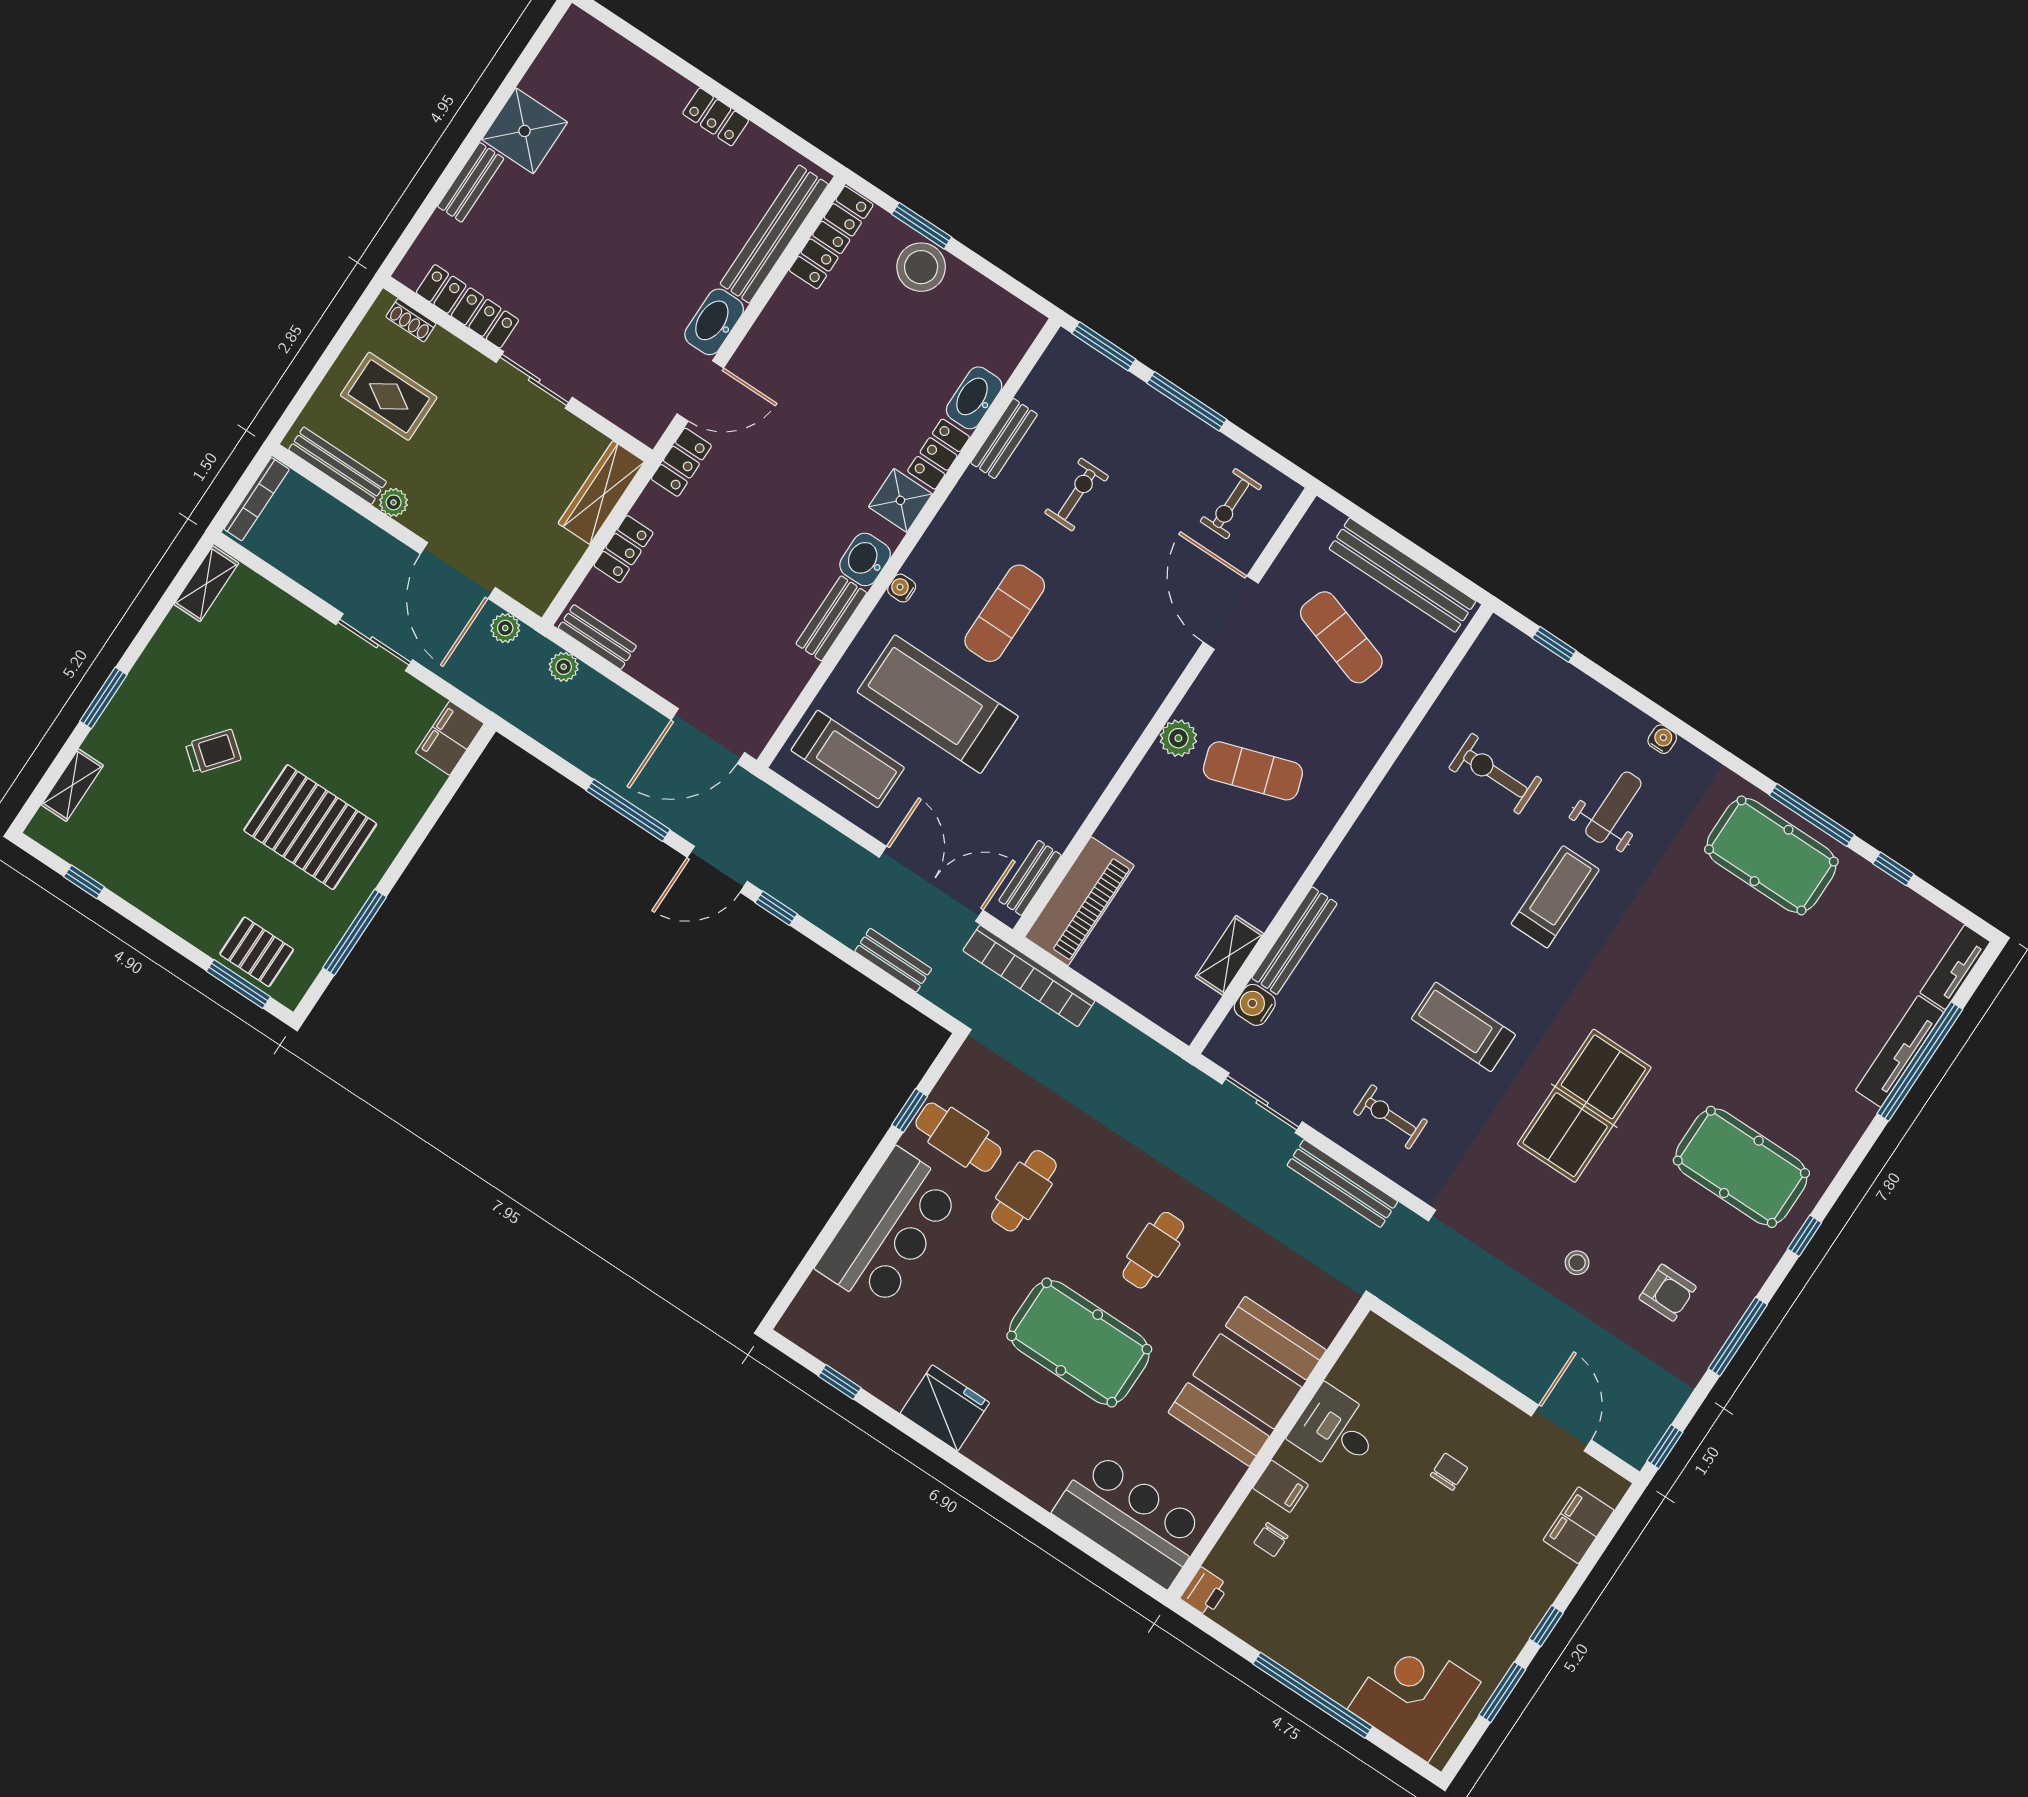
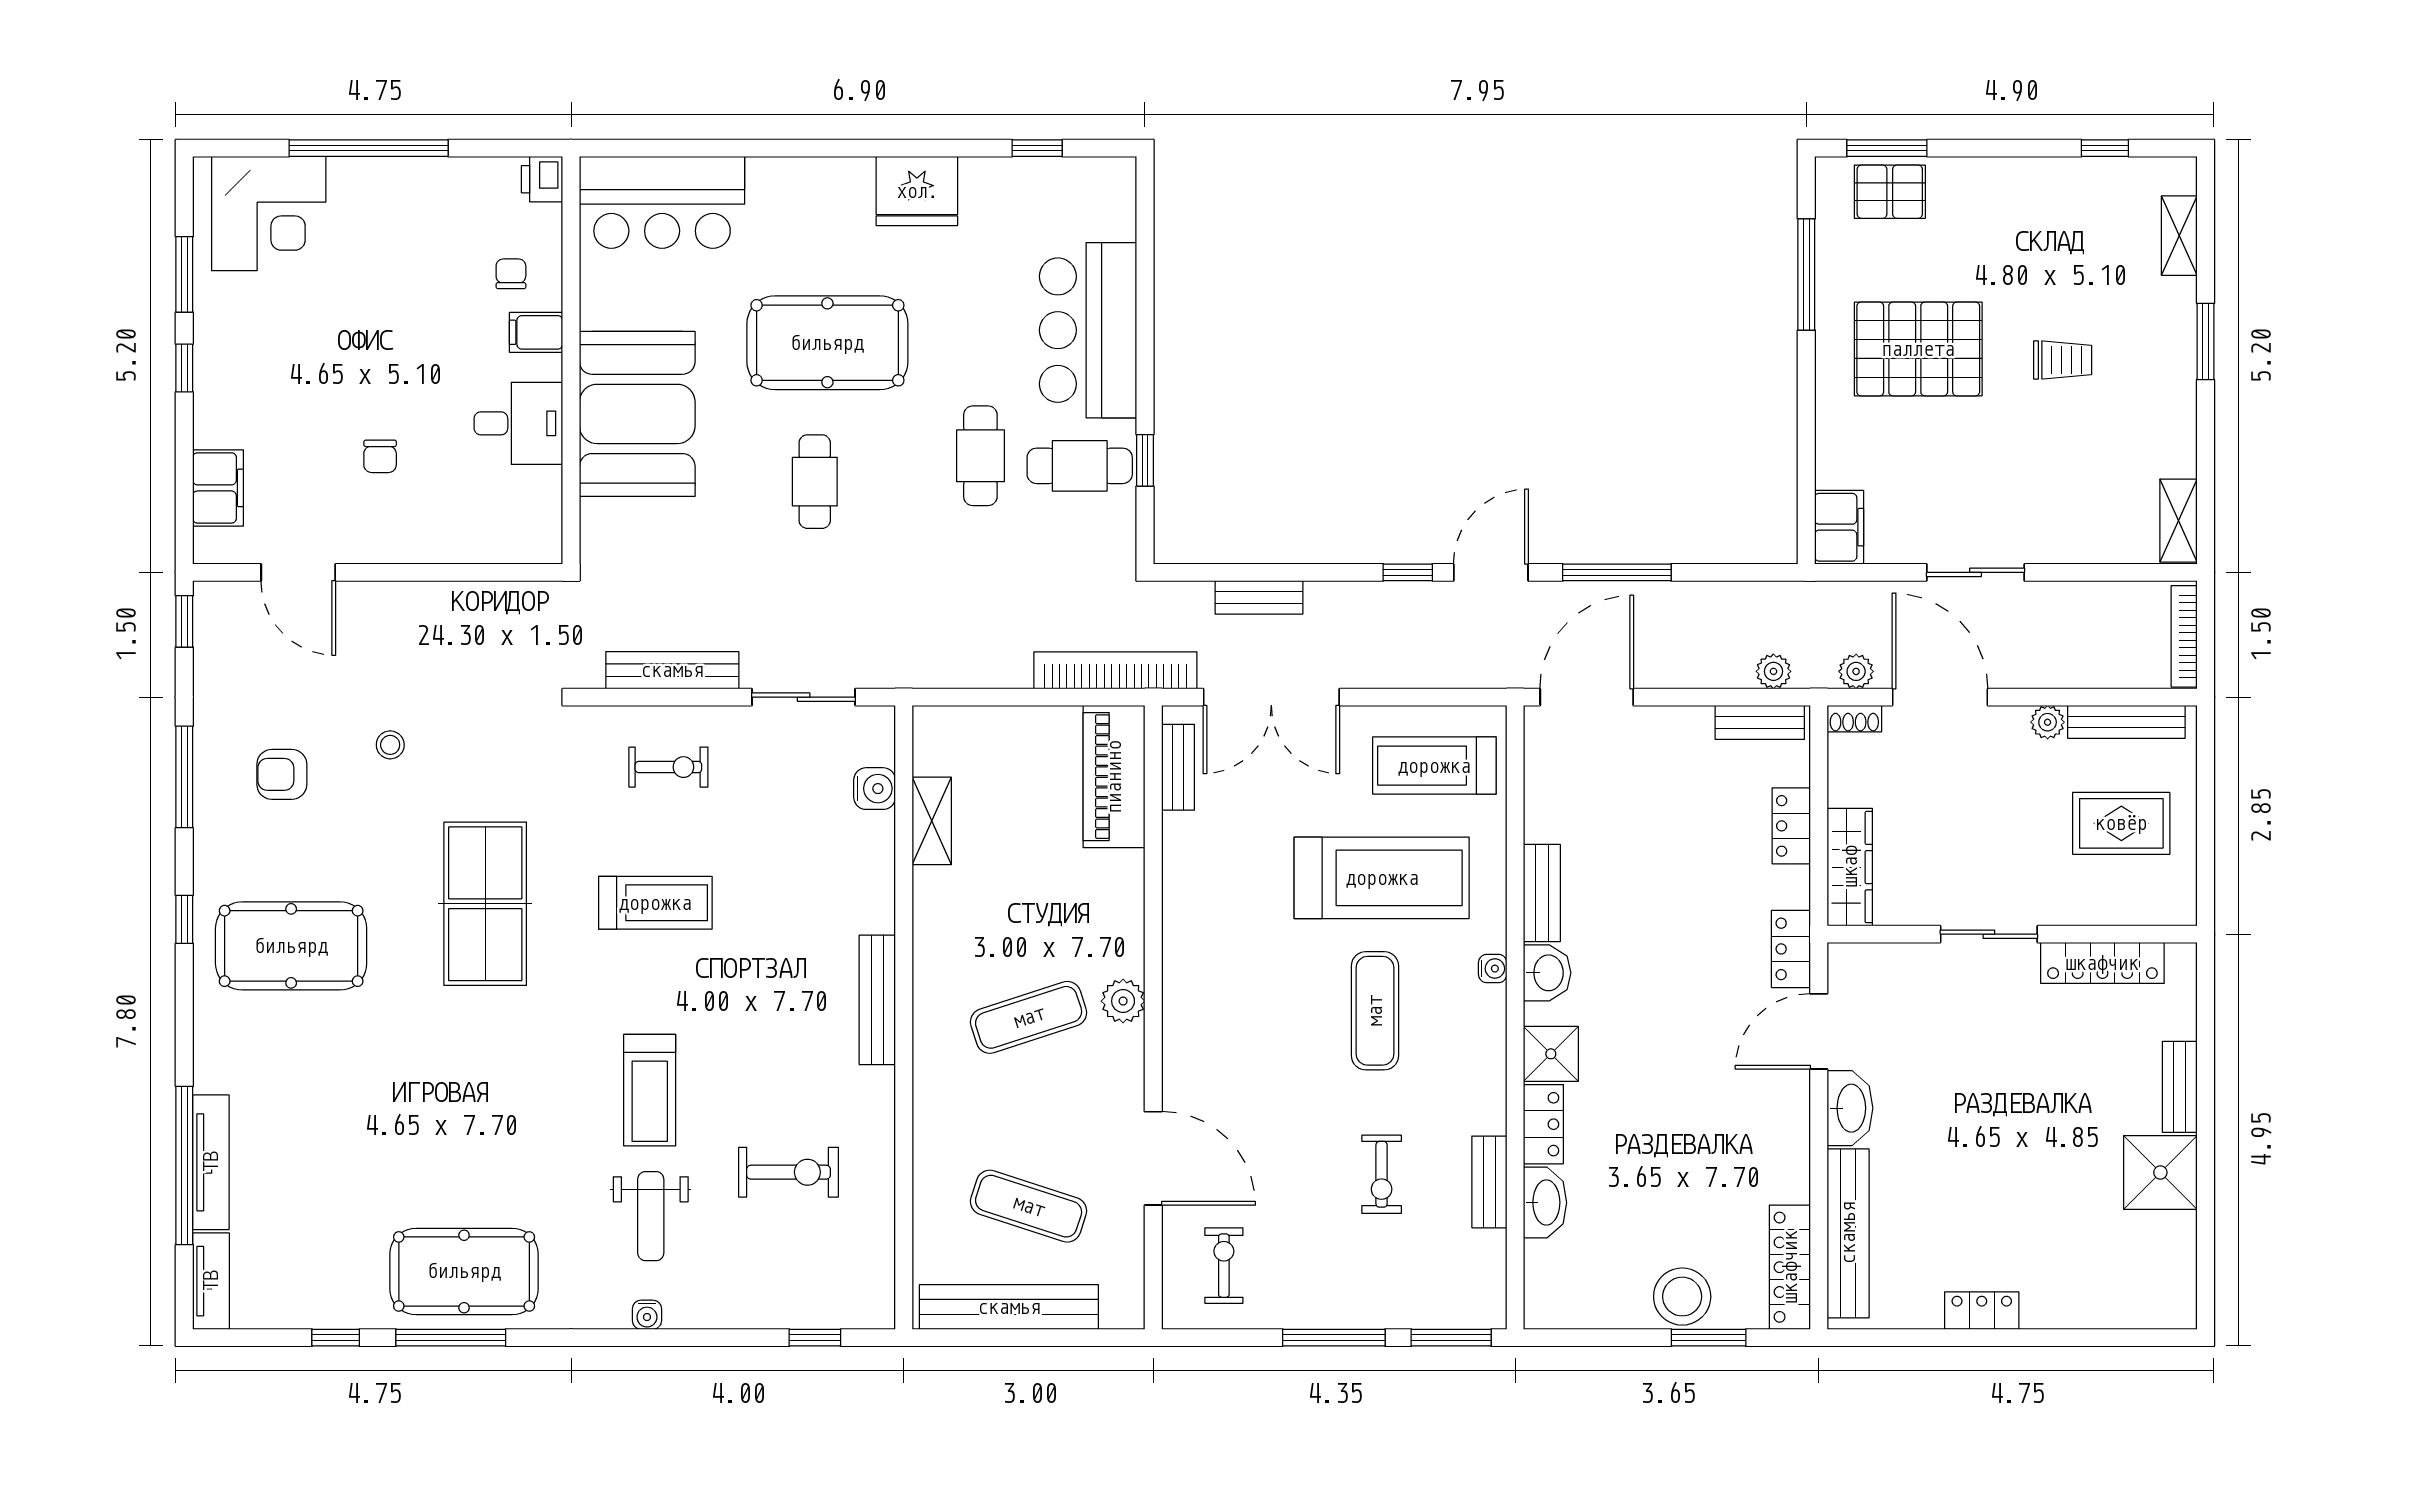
shoe rack: (411, 320) -> (1854, 719), moved, turned 180
trolley: (213, 752) -> (2063, 360), turned -129
bench: (1294, 941) -> (877, 1000), moved

